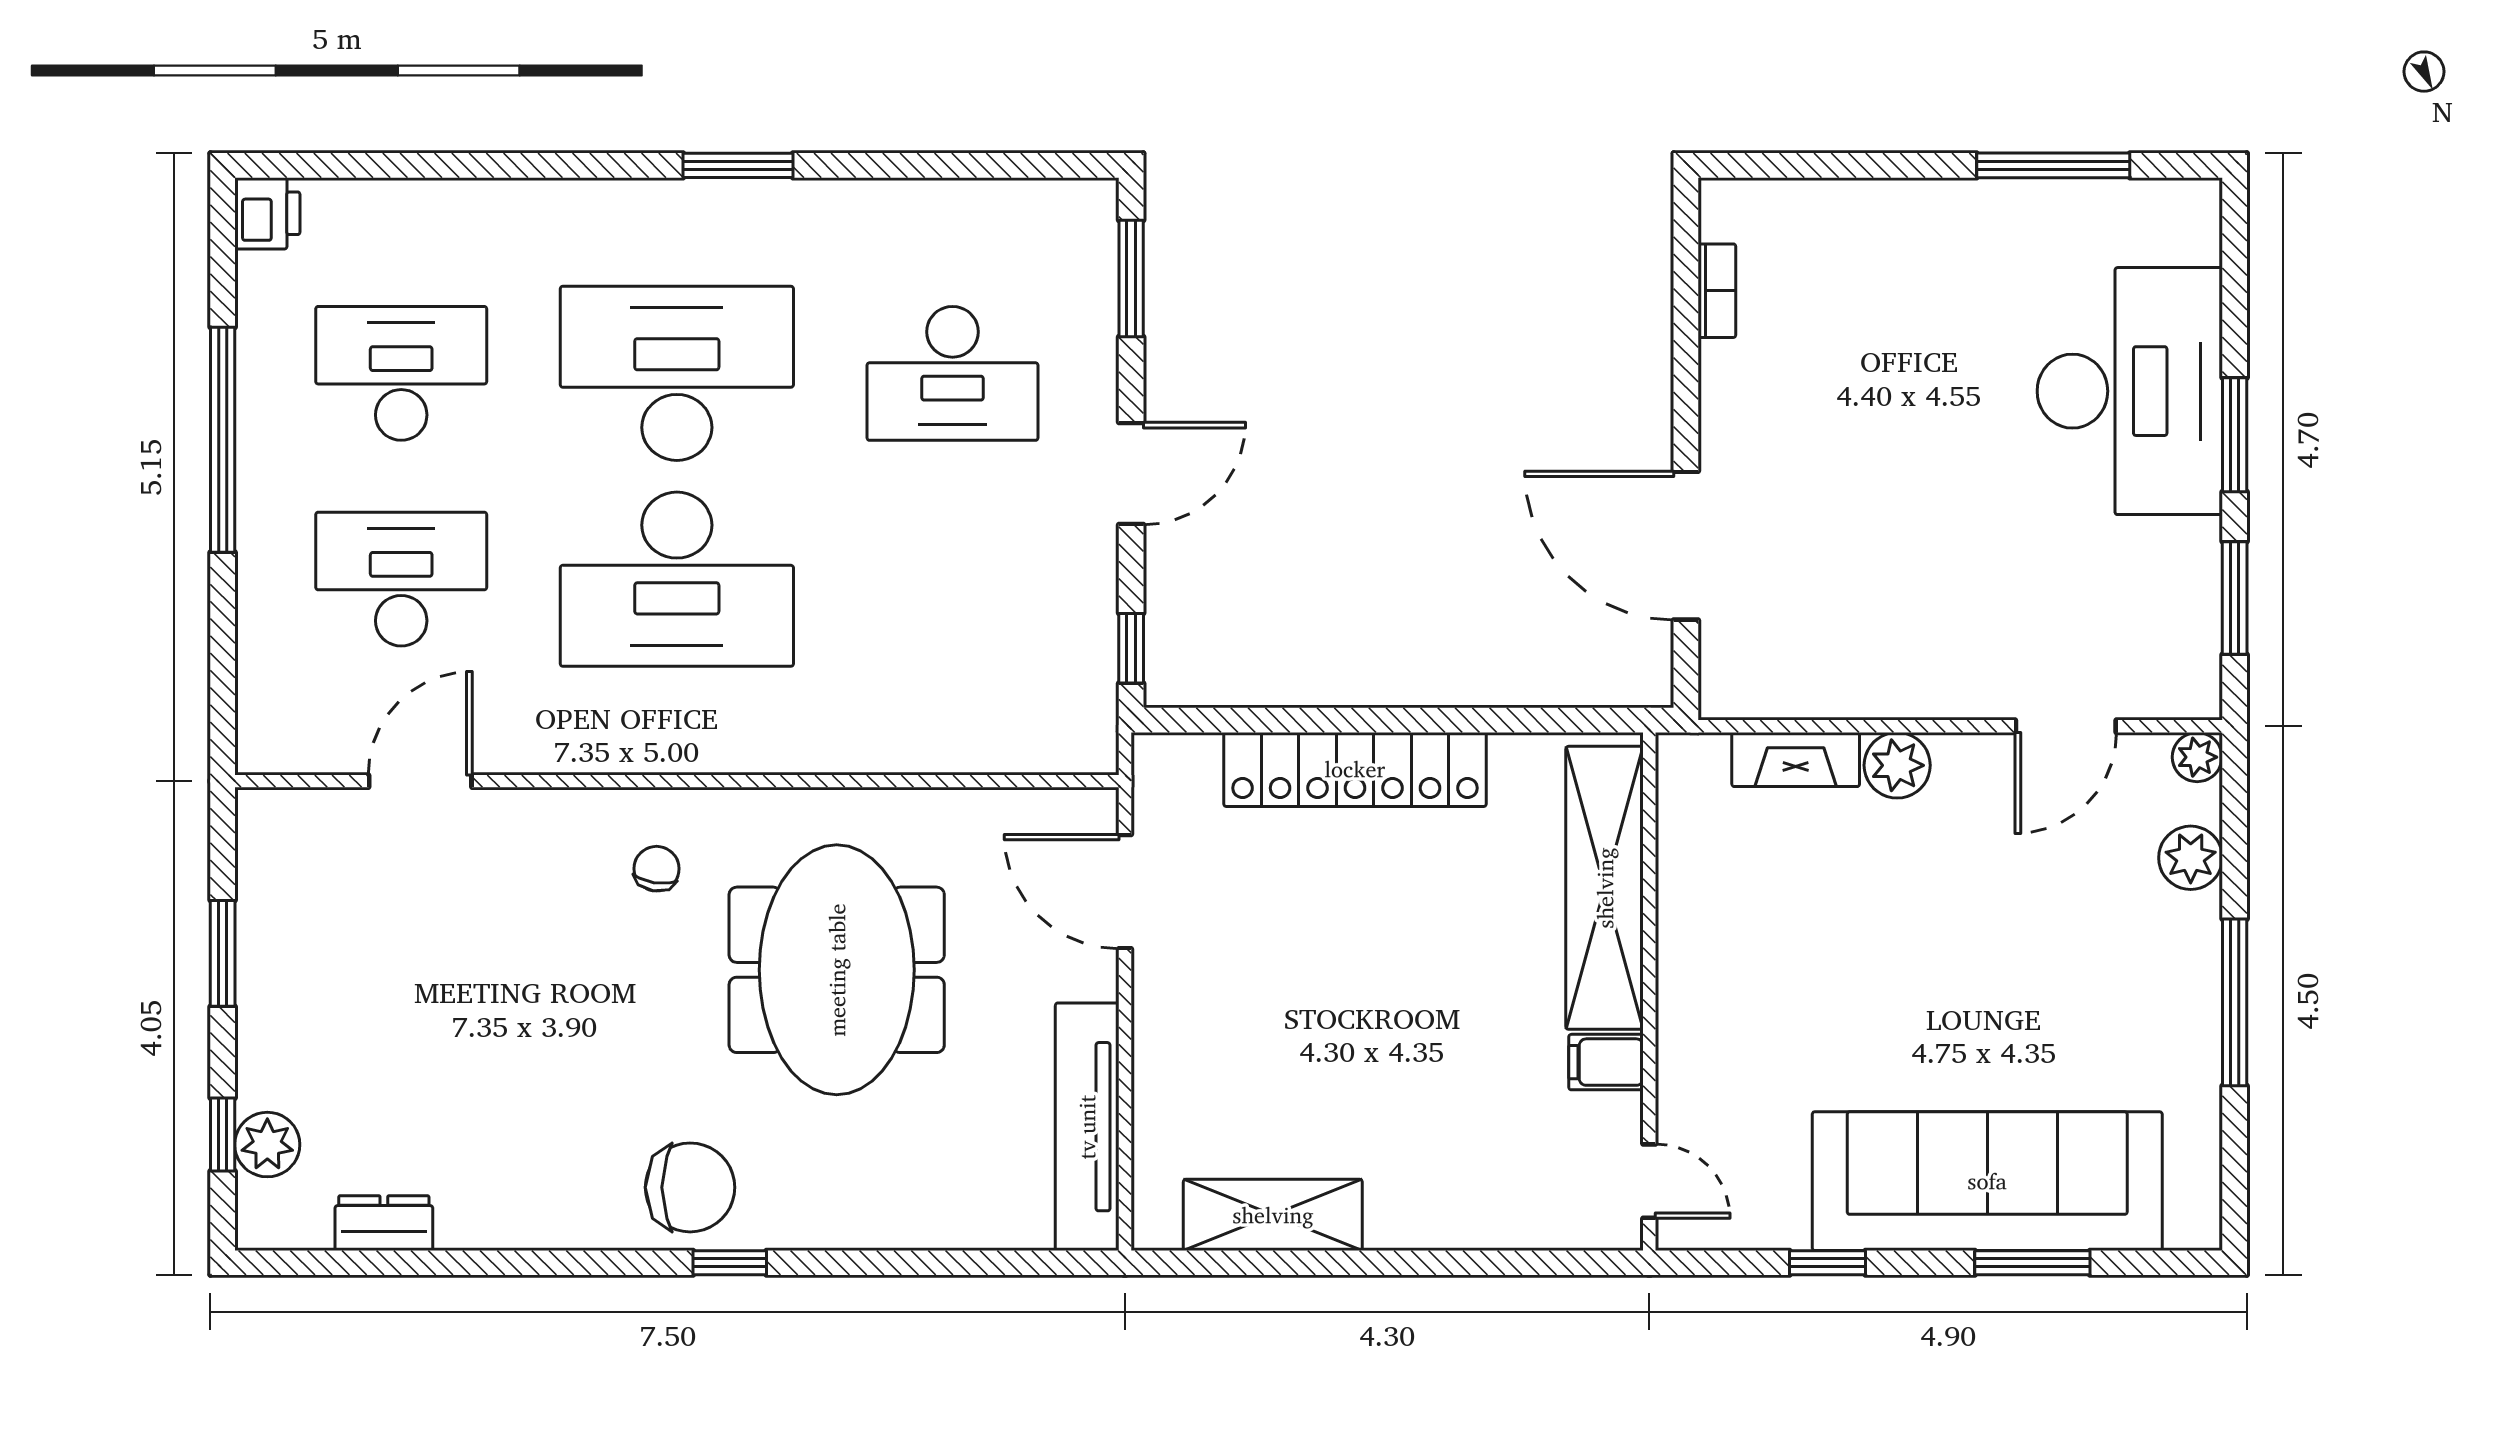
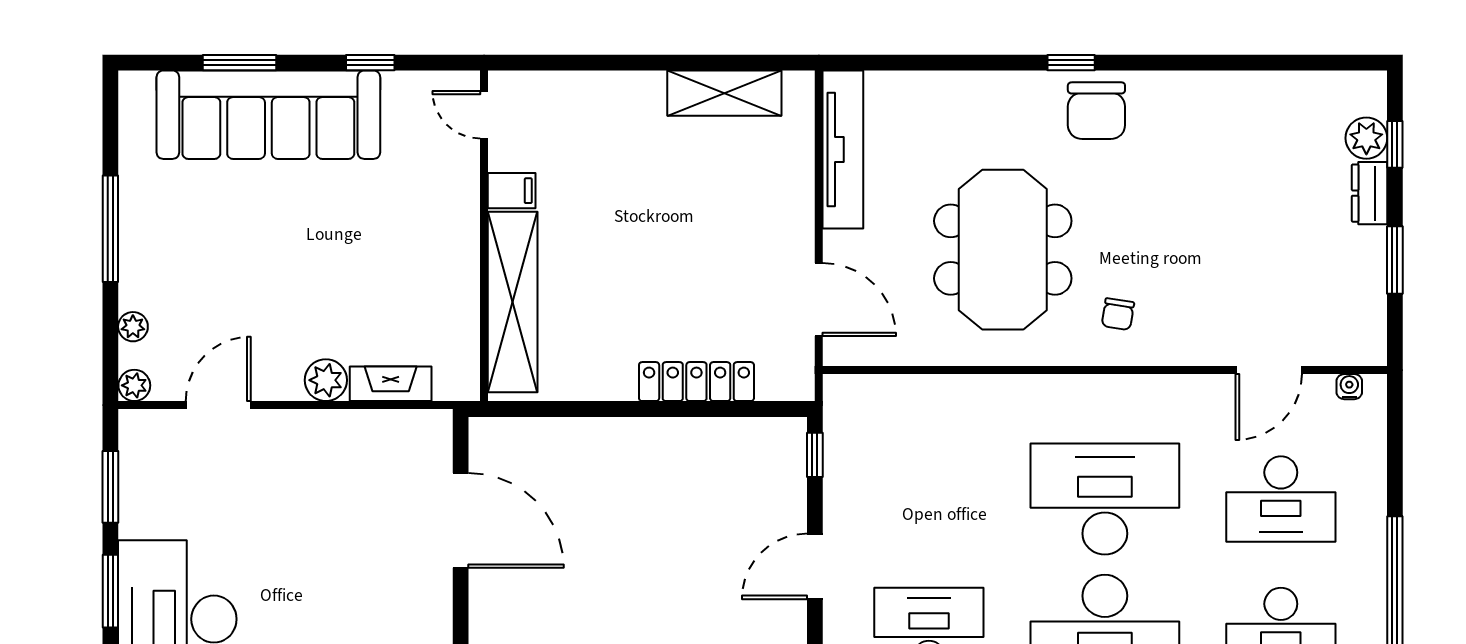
water cooler: (294, 755) -> (1349, 387), added
locker: (1355, 769) -> (696, 382), width x0.71, depth x0.83
plant: (2191, 858) -> (133, 327), width x0.73, depth x0.73
chair: (690, 1187) -> (1096, 111), turned -90
dresser: (384, 1223) -> (1370, 193), moved, turned 90

